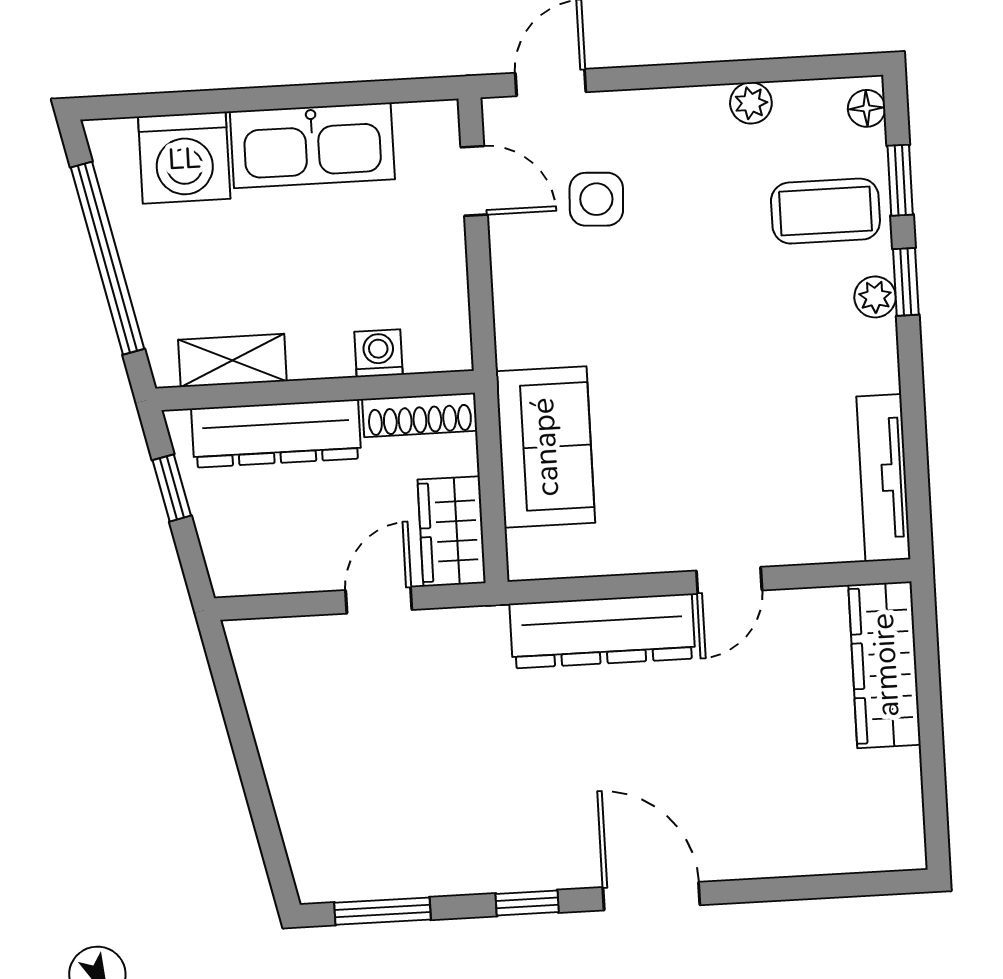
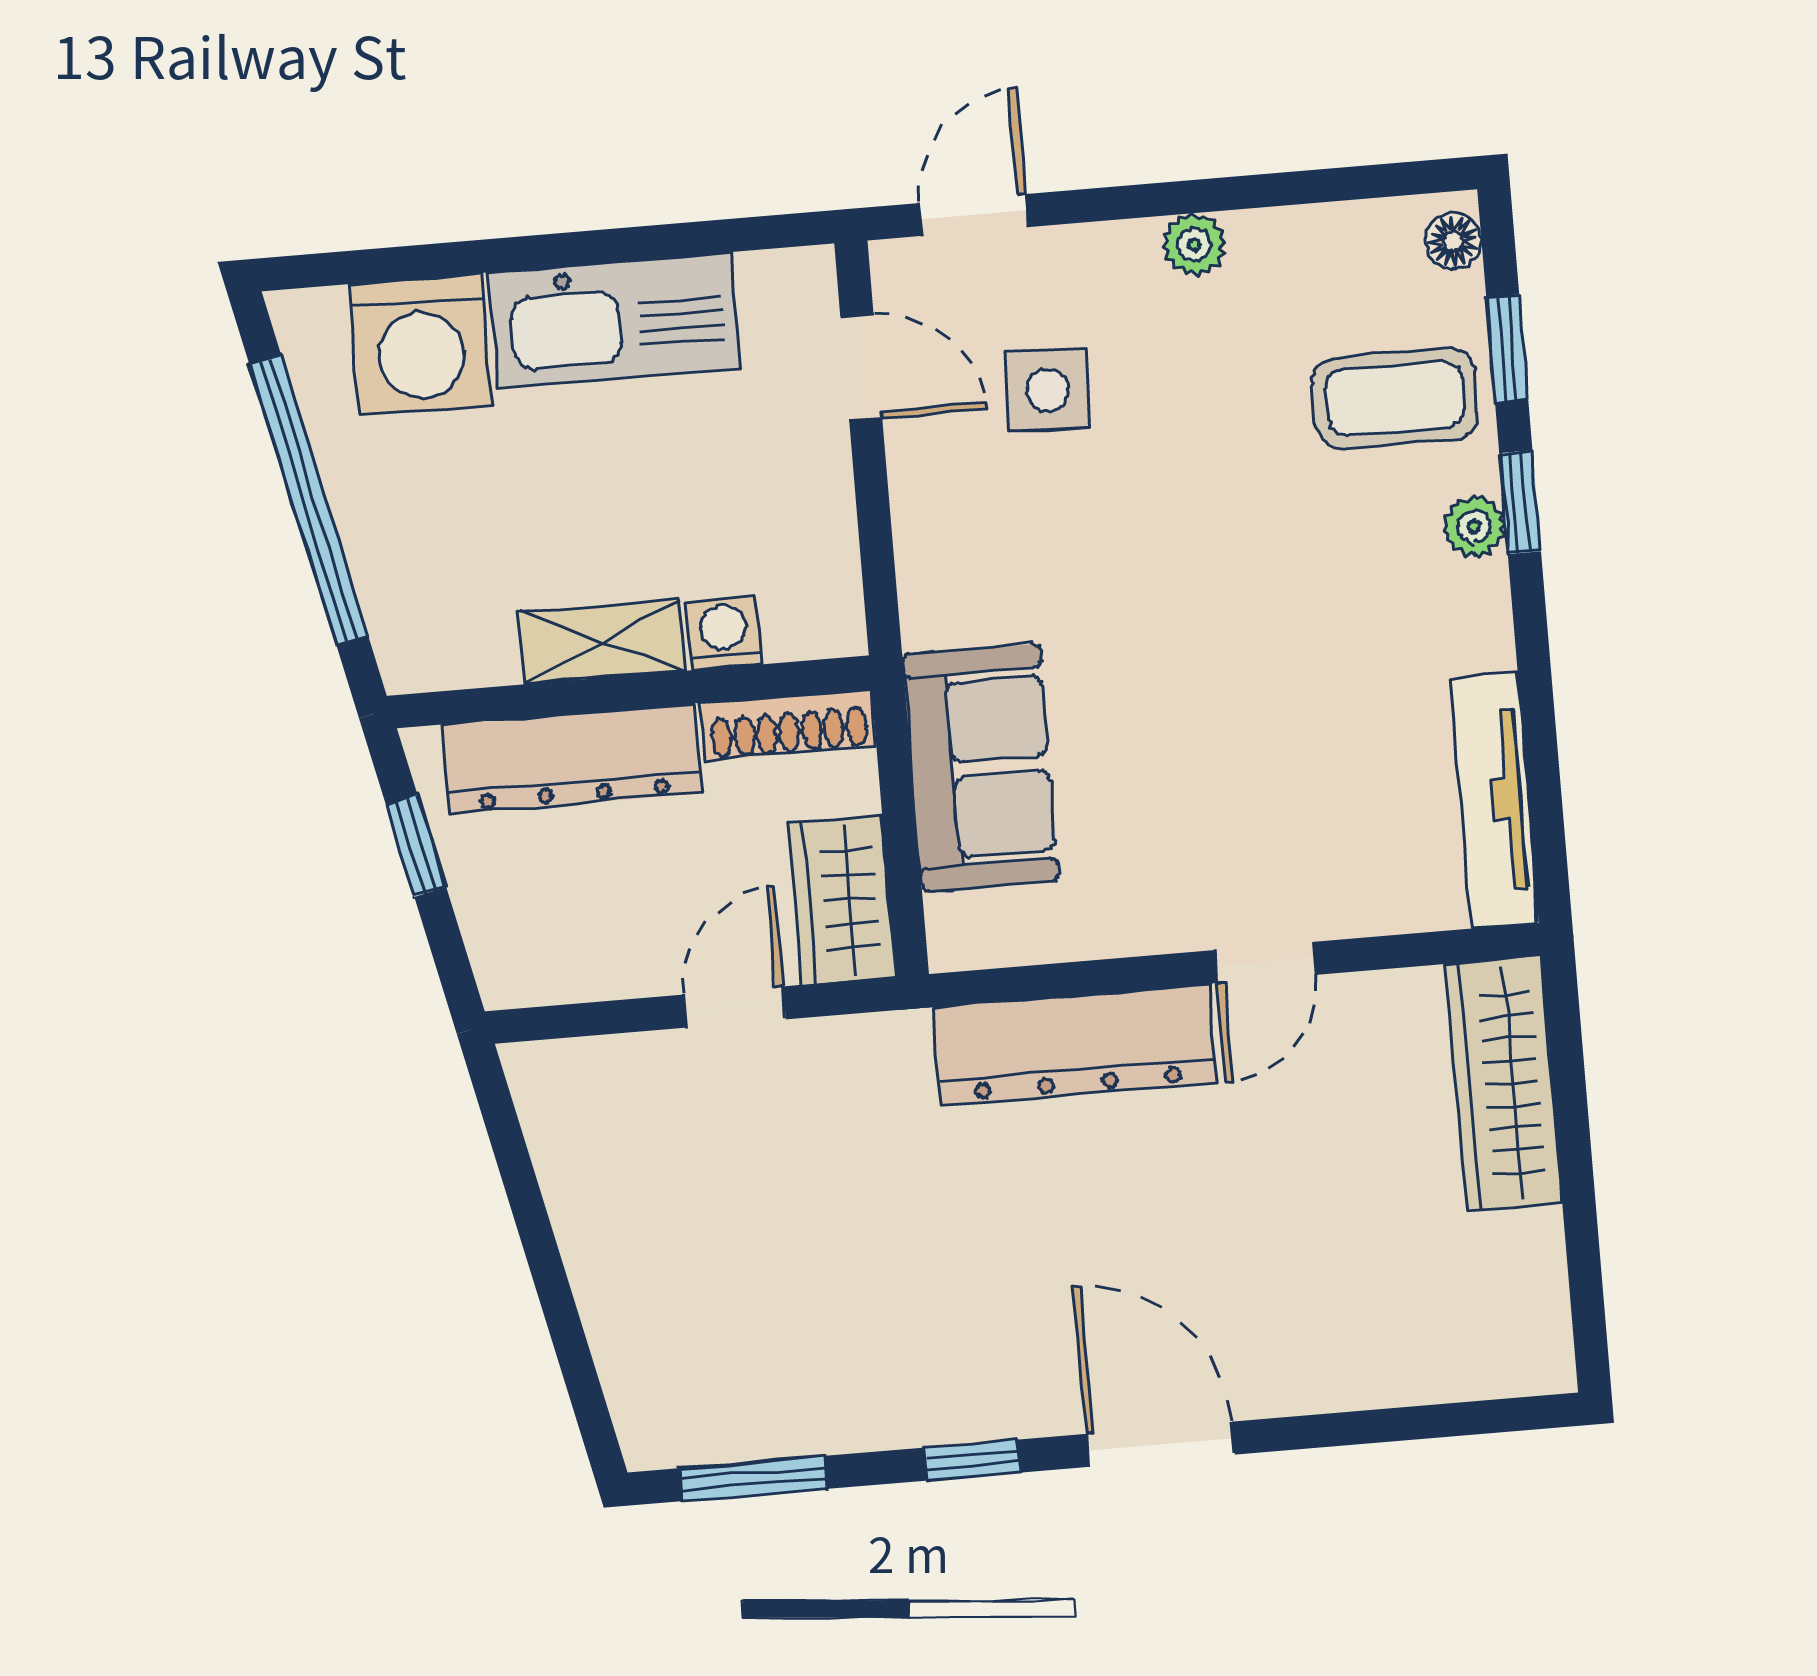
plant: (751, 103) -> (1194, 245), moved
shelving: (232, 360) -> (602, 641), moved

